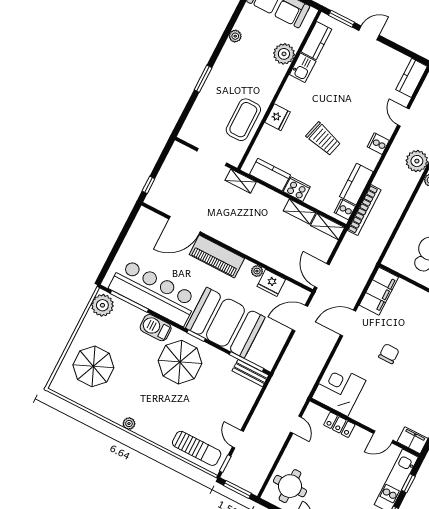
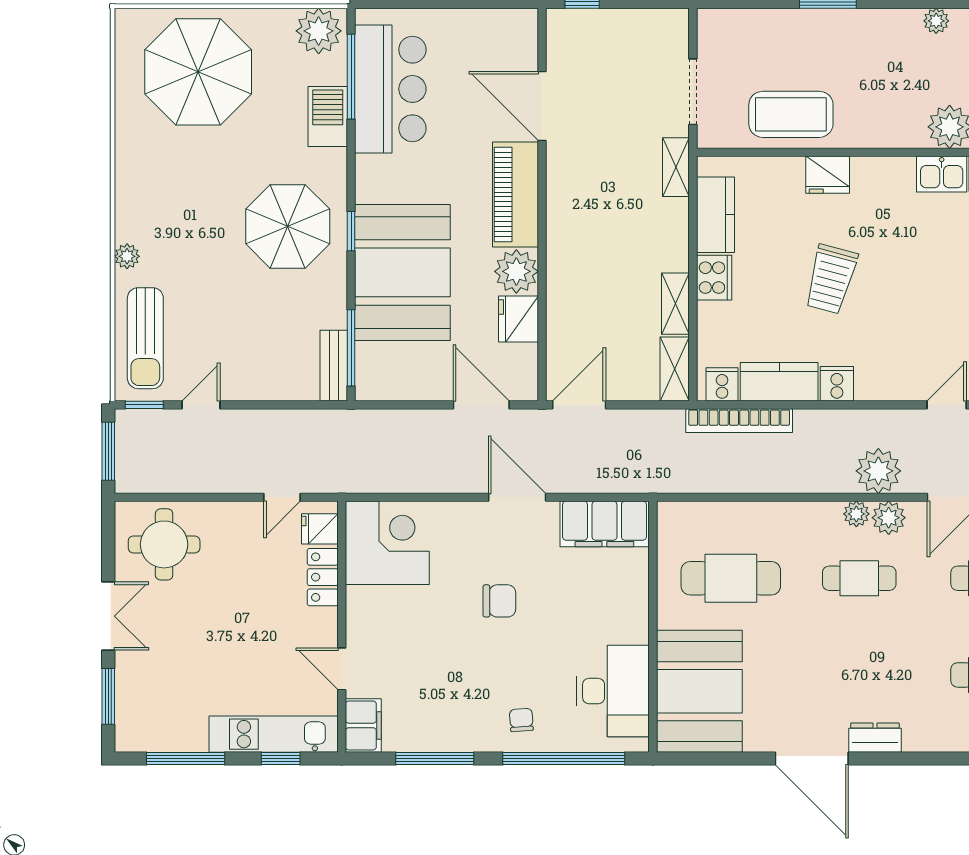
cooker: (378, 144) -> (837, 384), moved
plant: (257, 271) -> (516, 271), width x1.88, depth x1.88
bar counter: (153, 292) -> (390, 89), width x0.73
barbecue: (156, 328) -> (328, 116), moved
parasol: (93, 366) -> (198, 72), width x1.36, depth x1.36
fridge: (318, 415) -> (320, 529), added
plant: (129, 424) -> (127, 256), moved

